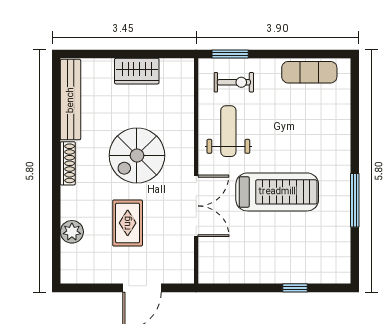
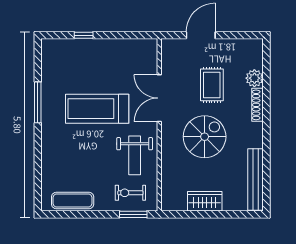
shoe rack: (68, 163) -> (258, 105), moved

